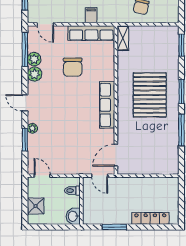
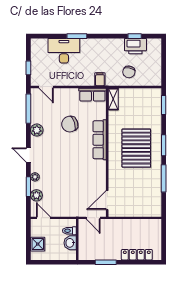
filing cabinet: (91, 15) -> (100, 79), moved
row of seats: (91, 33) -> (92, 95), width x0.68
plant: (34, 59) -> (36, 195), moved
chair: (73, 67) -> (70, 124), turned 73
row of seats: (107, 105) -> (100, 140), moved
washbasin: (73, 216) -> (70, 243), moved

